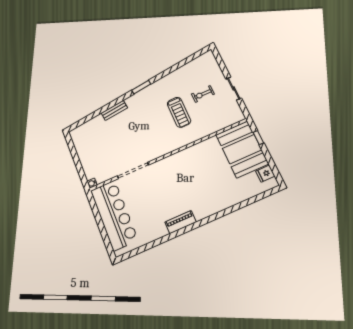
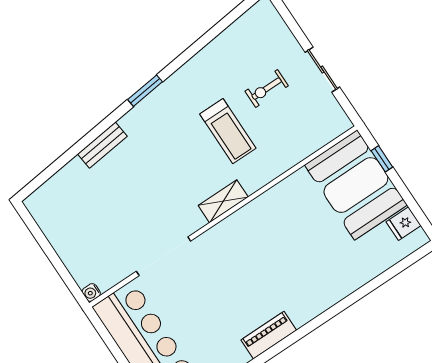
shelving: (170, 147) -> (223, 201), added

